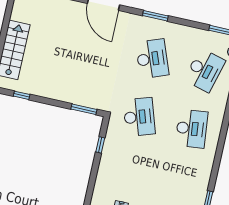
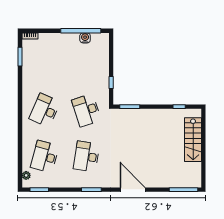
desk: (152, 59) -> (86, 157), turned 30
desk: (192, 129) -> (45, 110), turned 30

